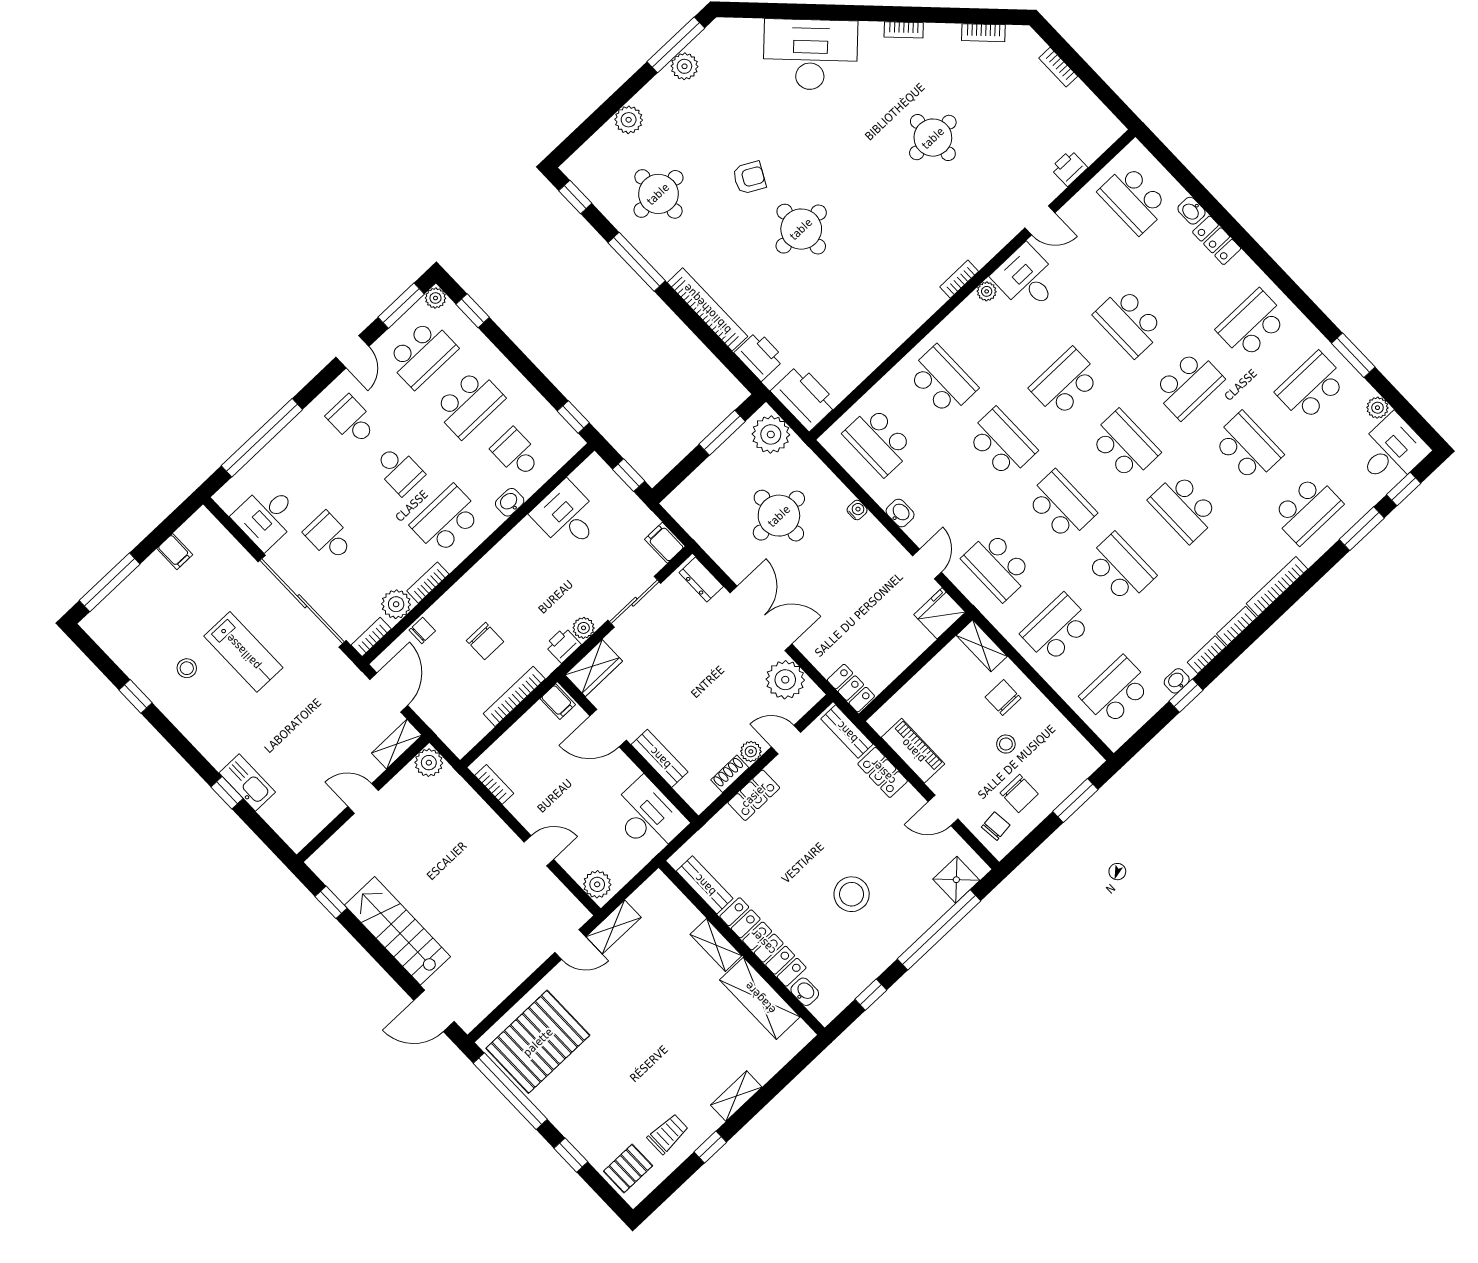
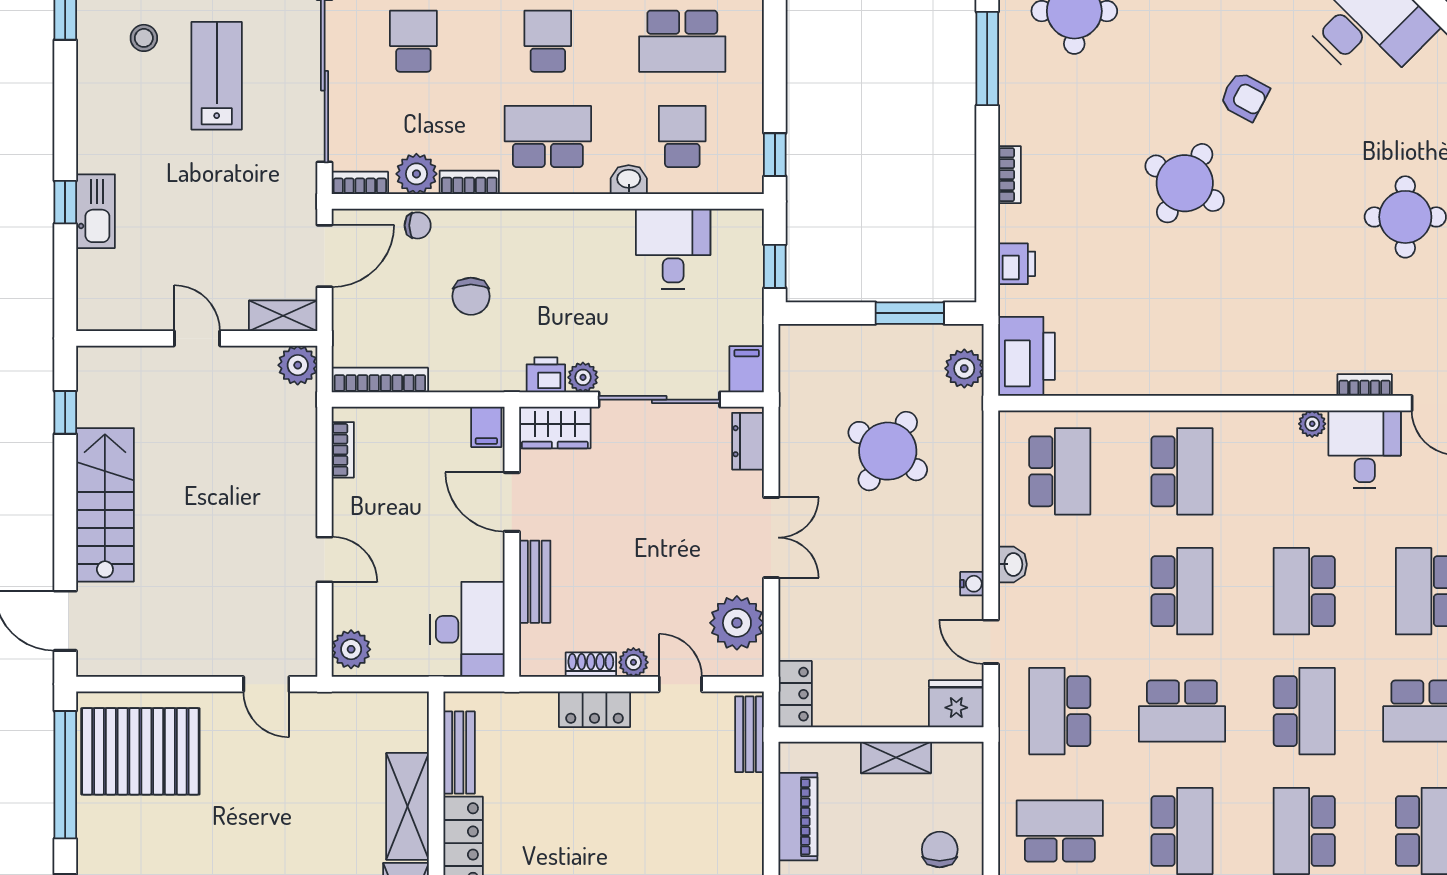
armchair: (749, 178) -> (1244, 96), moved
round table: (801, 229) -> (1185, 183), turned 31
bookcase: (959, 279) -> (1365, 385), moved
bookcase: (707, 309) -> (1009, 175), width x0.43, depth x0.76
printer: (759, 356) -> (1017, 264), width x0.73, depth x0.81
school desk: (1065, 383) -> (1304, 591), turned -90
plant: (771, 434) -> (964, 368), width x0.73, depth x0.73
school desk: (879, 441) -> (1060, 471), turned 180
school desk: (399, 470) -> (548, 41), turned 180
school desk: (1061, 506) -> (1182, 711), turned 90
water cooler: (857, 510) -> (972, 584), moved
round table: (779, 516) -> (888, 451), turned 33
door: (927, 564) -> (991, 642), swing flipped
sliding door: (634, 602) -> (659, 400), width x1.37
double door: (761, 618) -> (771, 538), width x0.73
shelving: (982, 646) -> (896, 758), moved, turned 90
lab bench: (243, 652) -> (217, 76), turned 180
bookcase: (514, 696) -> (380, 380), moved
locker: (883, 772) -> (746, 810), removed
shelving: (614, 927) -> (327, 708), removed
shelving: (716, 945) -> (408, 806), width x1.50, depth x1.33

